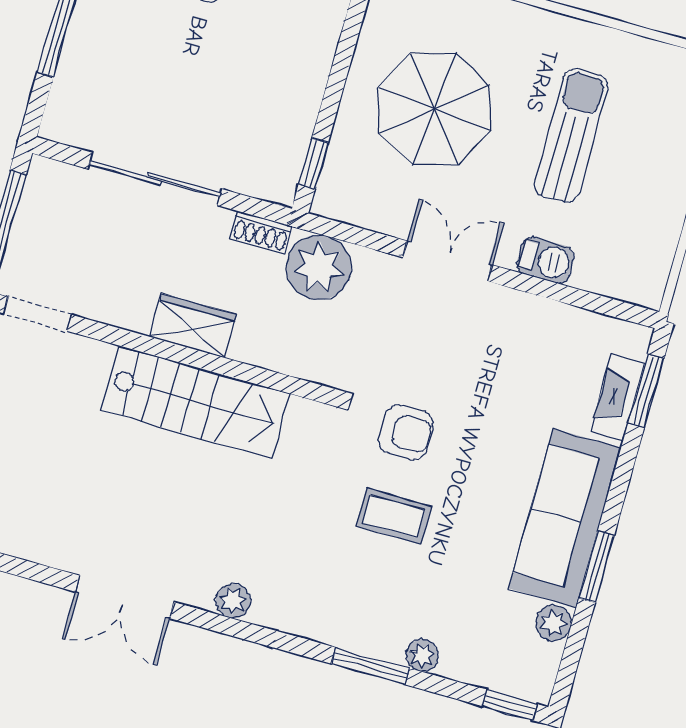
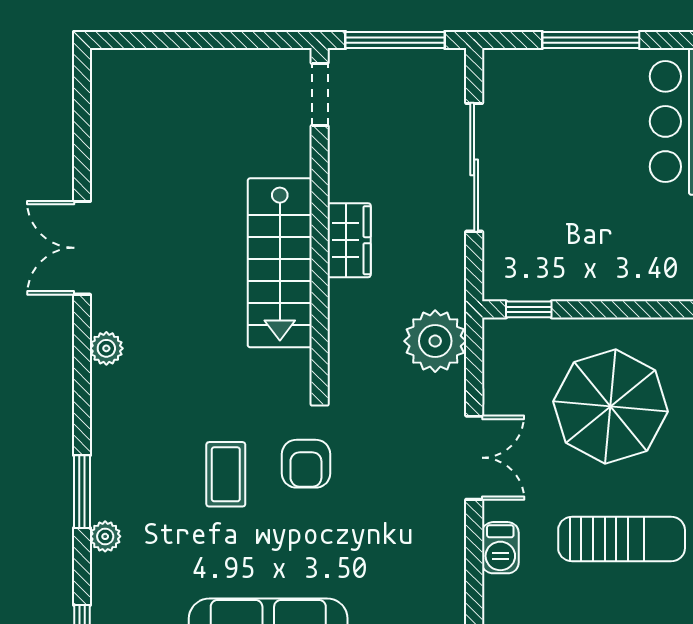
shoe rack: (261, 232) -> (453, 279), removed

